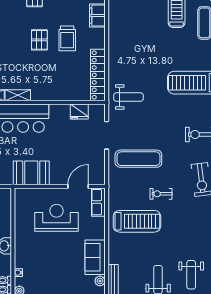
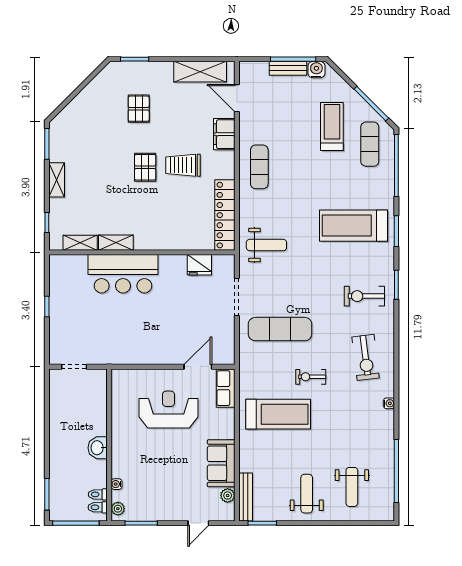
trolley: (67, 38) -> (183, 165), turned 90
exercise mat: (123, 40) -> (259, 167), added
booth: (31, 173) -> (134, 348), removed

